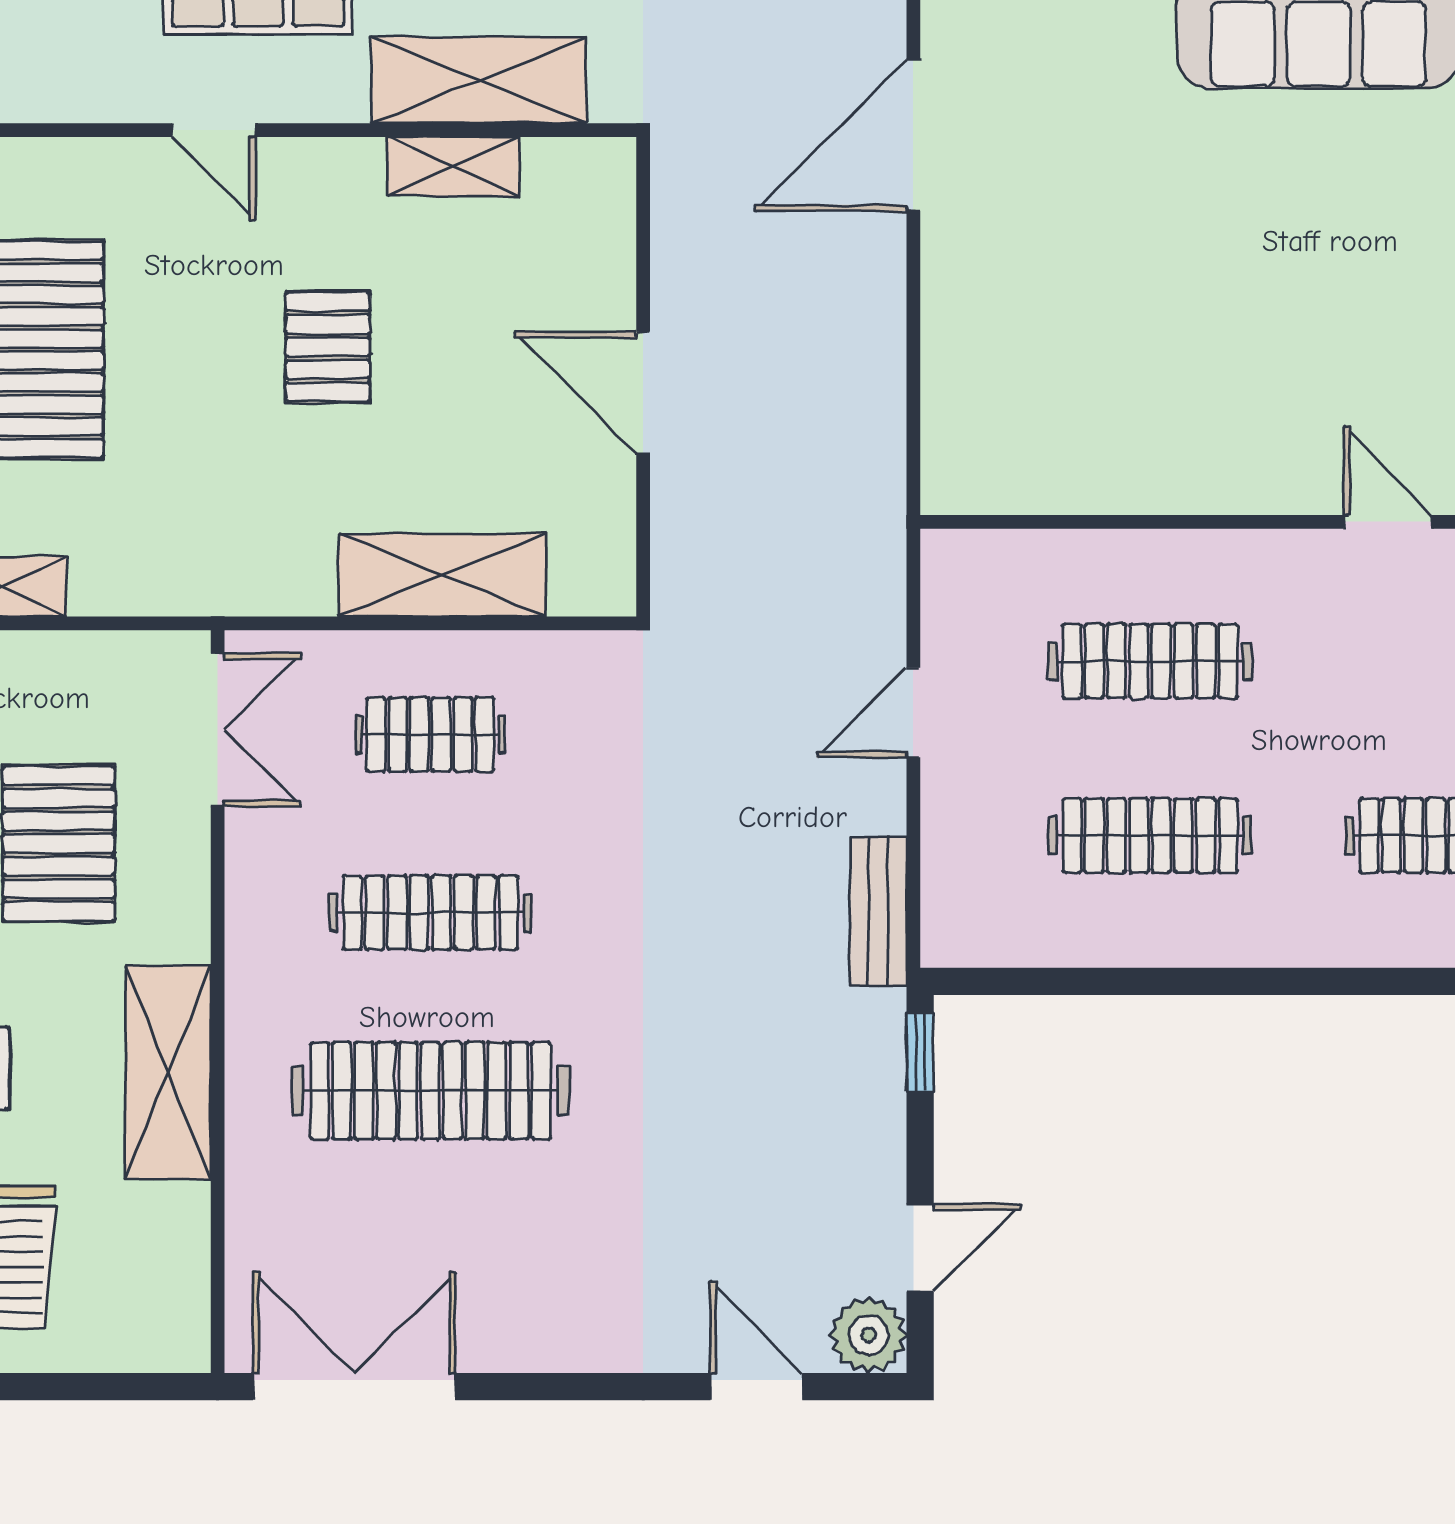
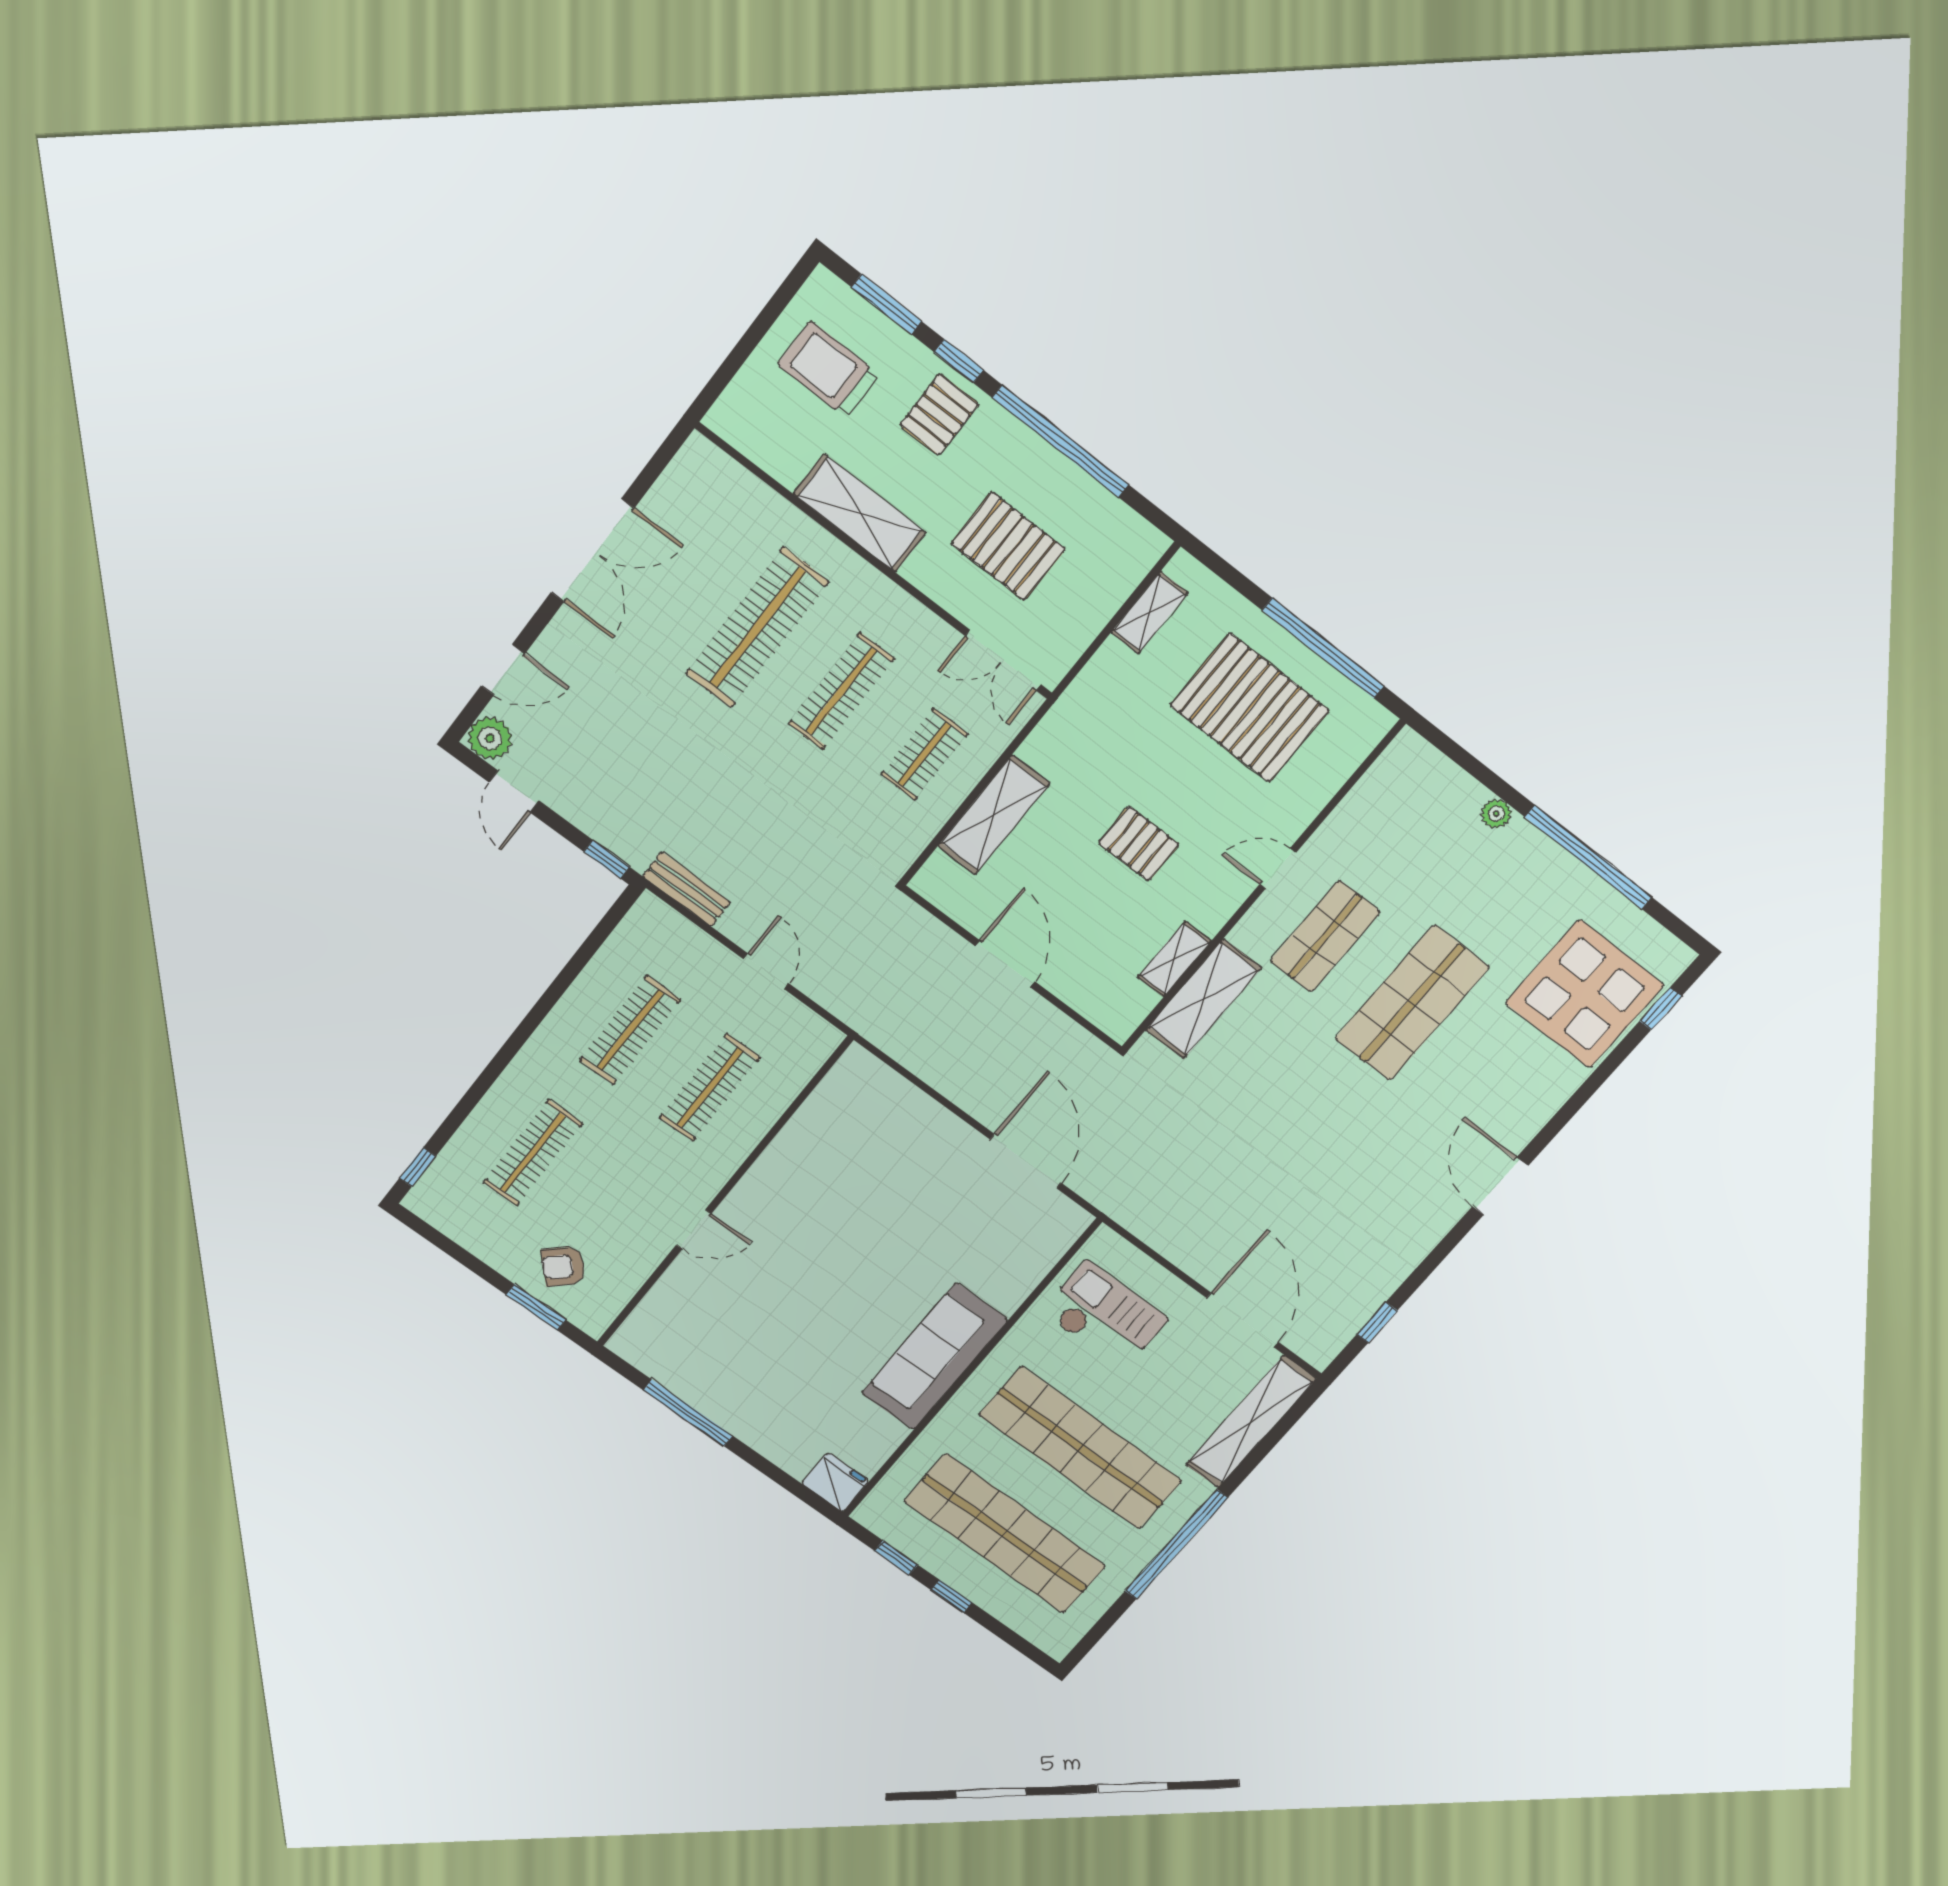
door: (643, 393) -> (1005, 964), hinge flipped
double door: (354, 1387) -> (592, 550), moved

